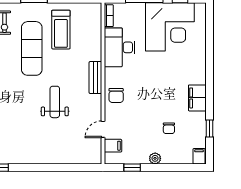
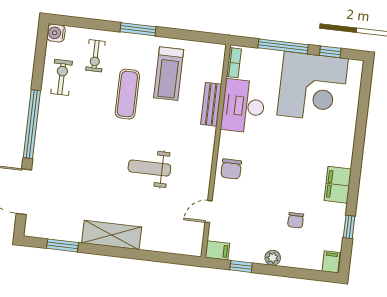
exercise mat: (32, 48) -> (127, 94), width x0.73, depth x0.69
bench: (95, 77) -> (211, 104), moved
weight bench: (55, 102) -> (149, 168), turned -90
filing cabinet: (113, 146) -> (217, 250), moved
shelving: (32, 155) -> (112, 235), added

